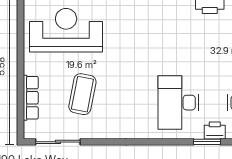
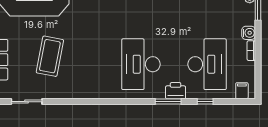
sliding door: (58, 142) -> (27, 102), width x0.73

